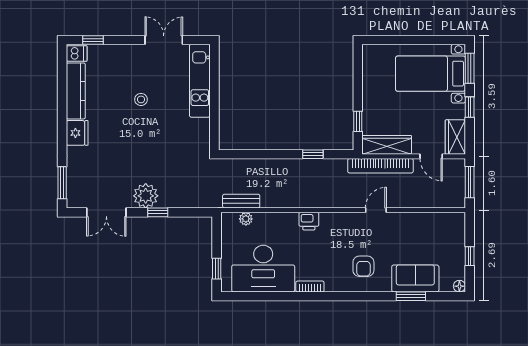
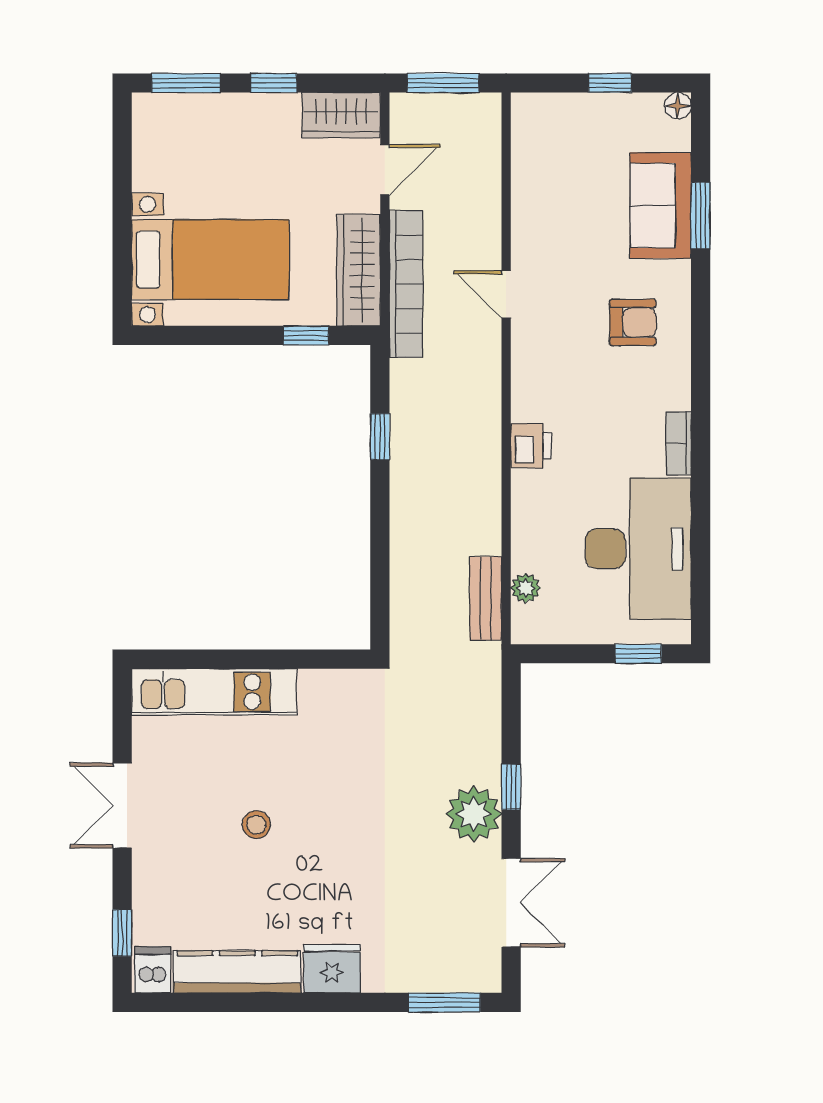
double door: (164, 40) -> (122, 806), moved
bed with nightstands: (431, 74) -> (210, 260), moved, turned -90

